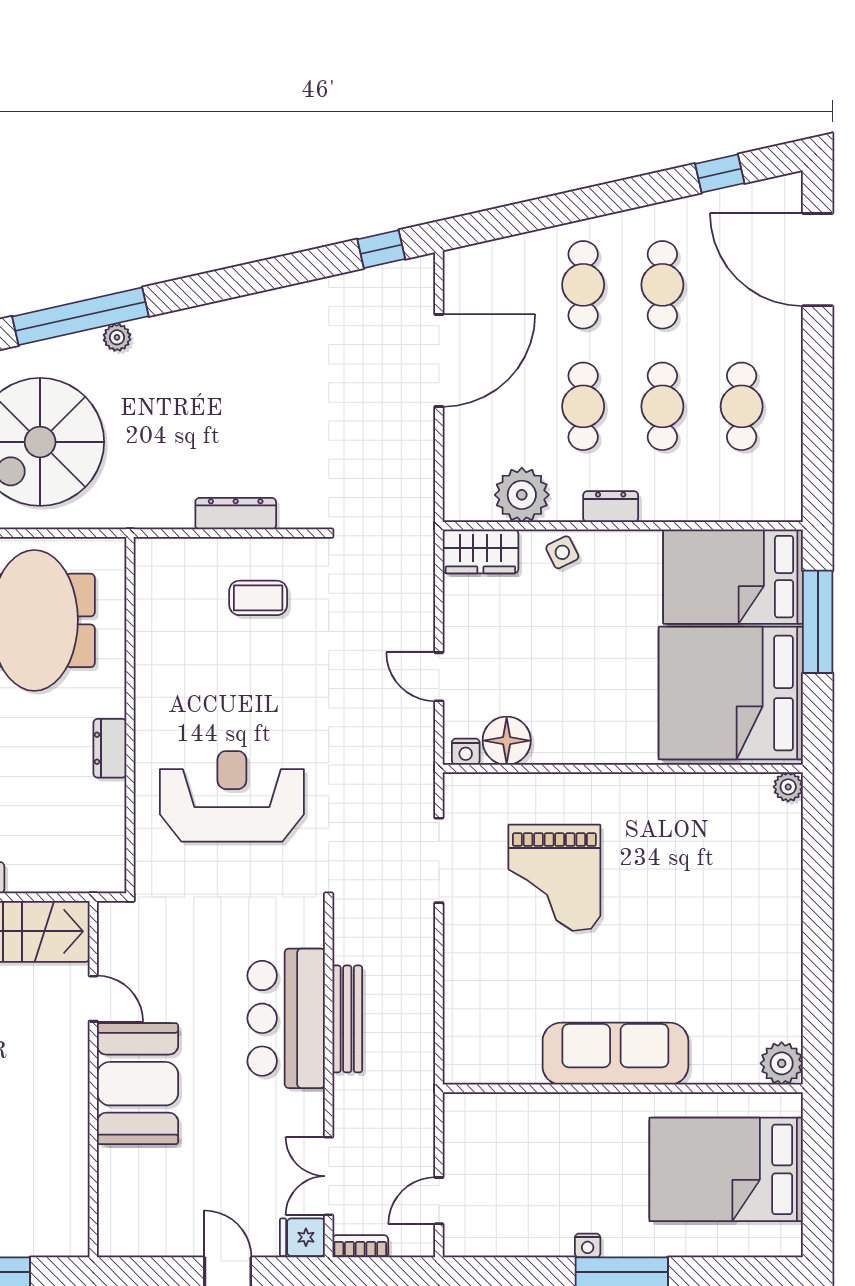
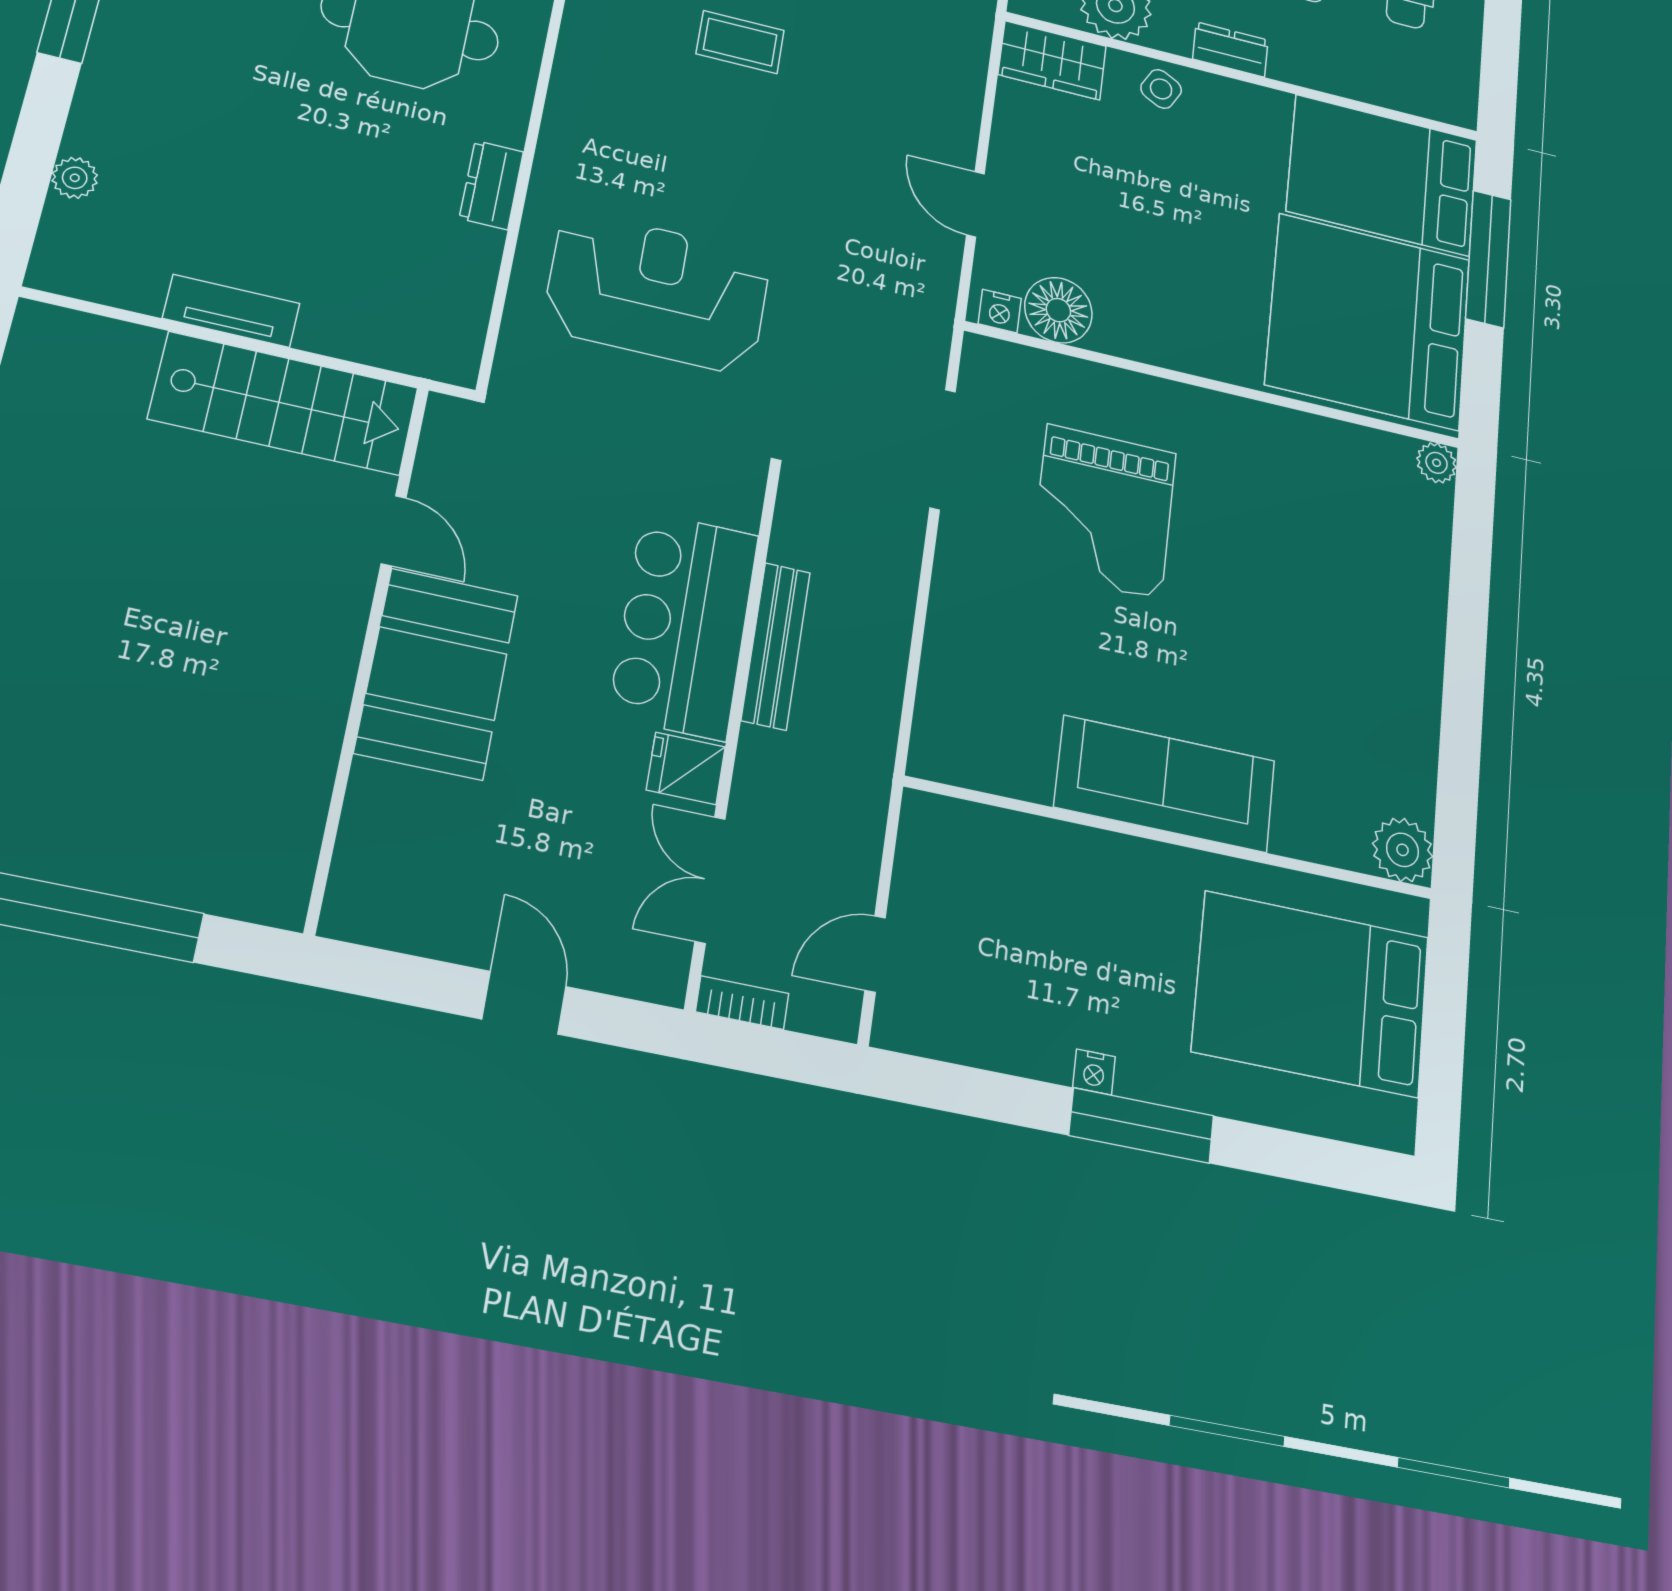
side table: (562, 552) -> (1161, 89), turned -36
fridge: (302, 1237) -> (686, 768), moved

